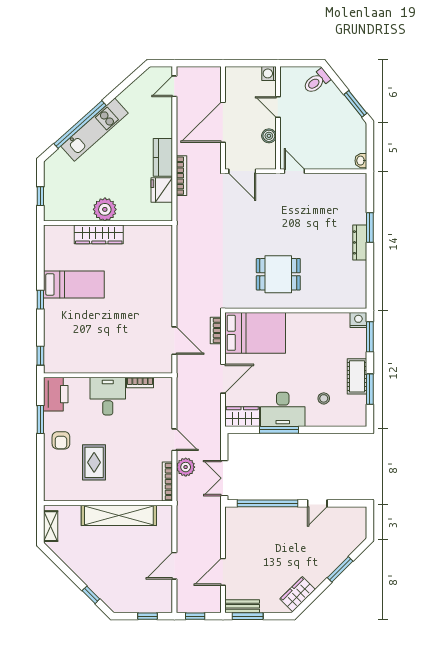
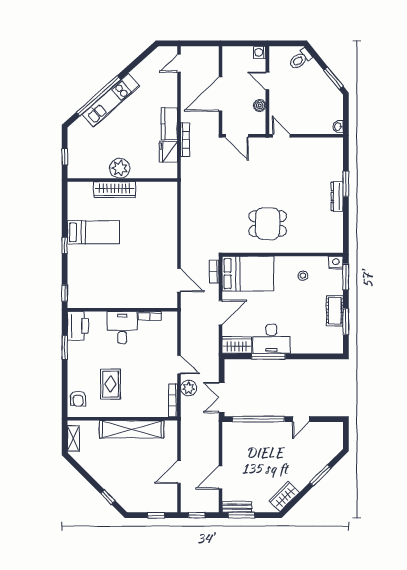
stool: (324, 398) -> (303, 276), moved
armchair: (61, 440) -> (78, 398), moved

